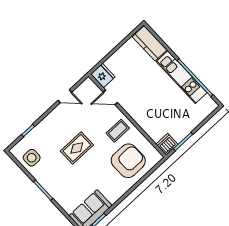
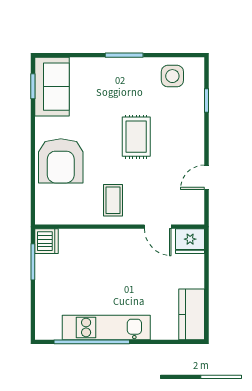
kitchen counter: (150, 43) -> (192, 314), moved, turned -90
door: (110, 97) -> (158, 227), swing flipped
armchair: (128, 161) -> (61, 161), moved

